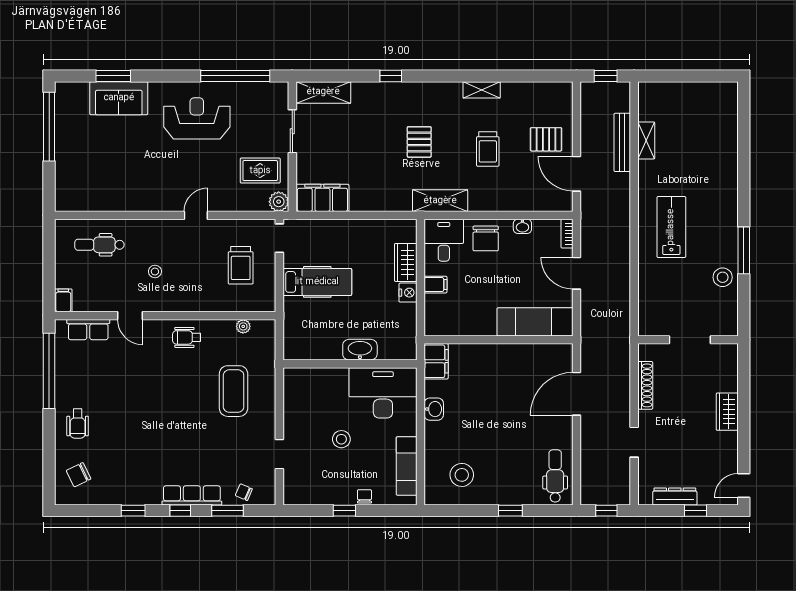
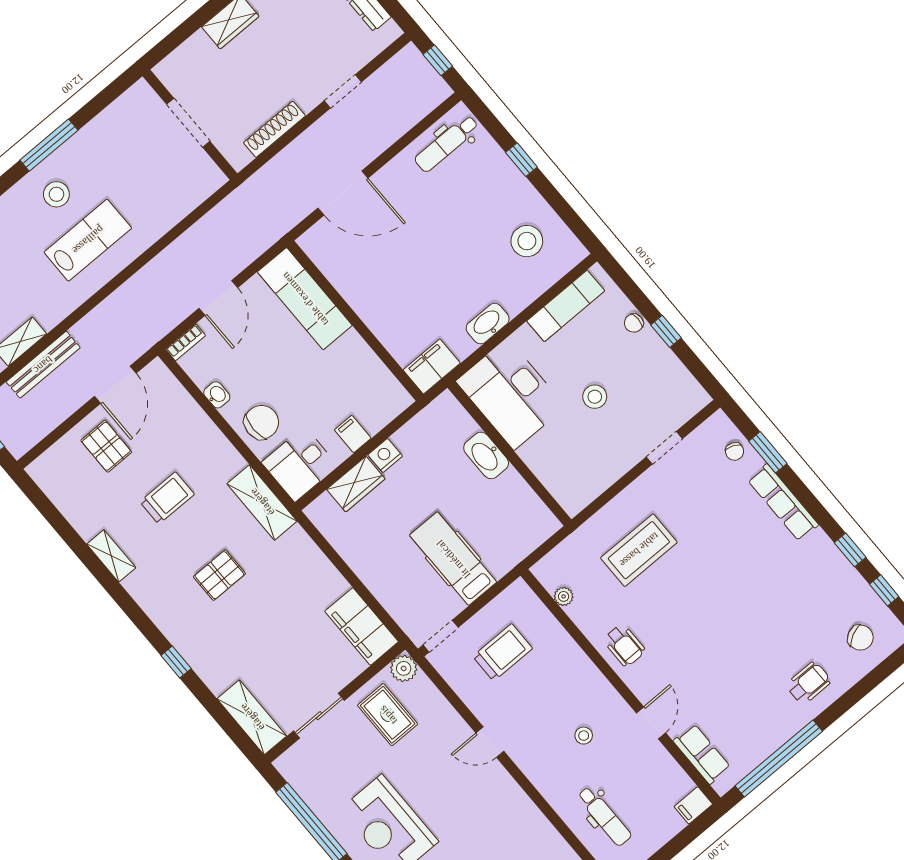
lab bench: (671, 227) -> (88, 240), turned 180
stool: (723, 277) -> (56, 194), moved
washbasin: (434, 409) -> (488, 324), width x1.38
window: (180, 511) -> (884, 590), moved

